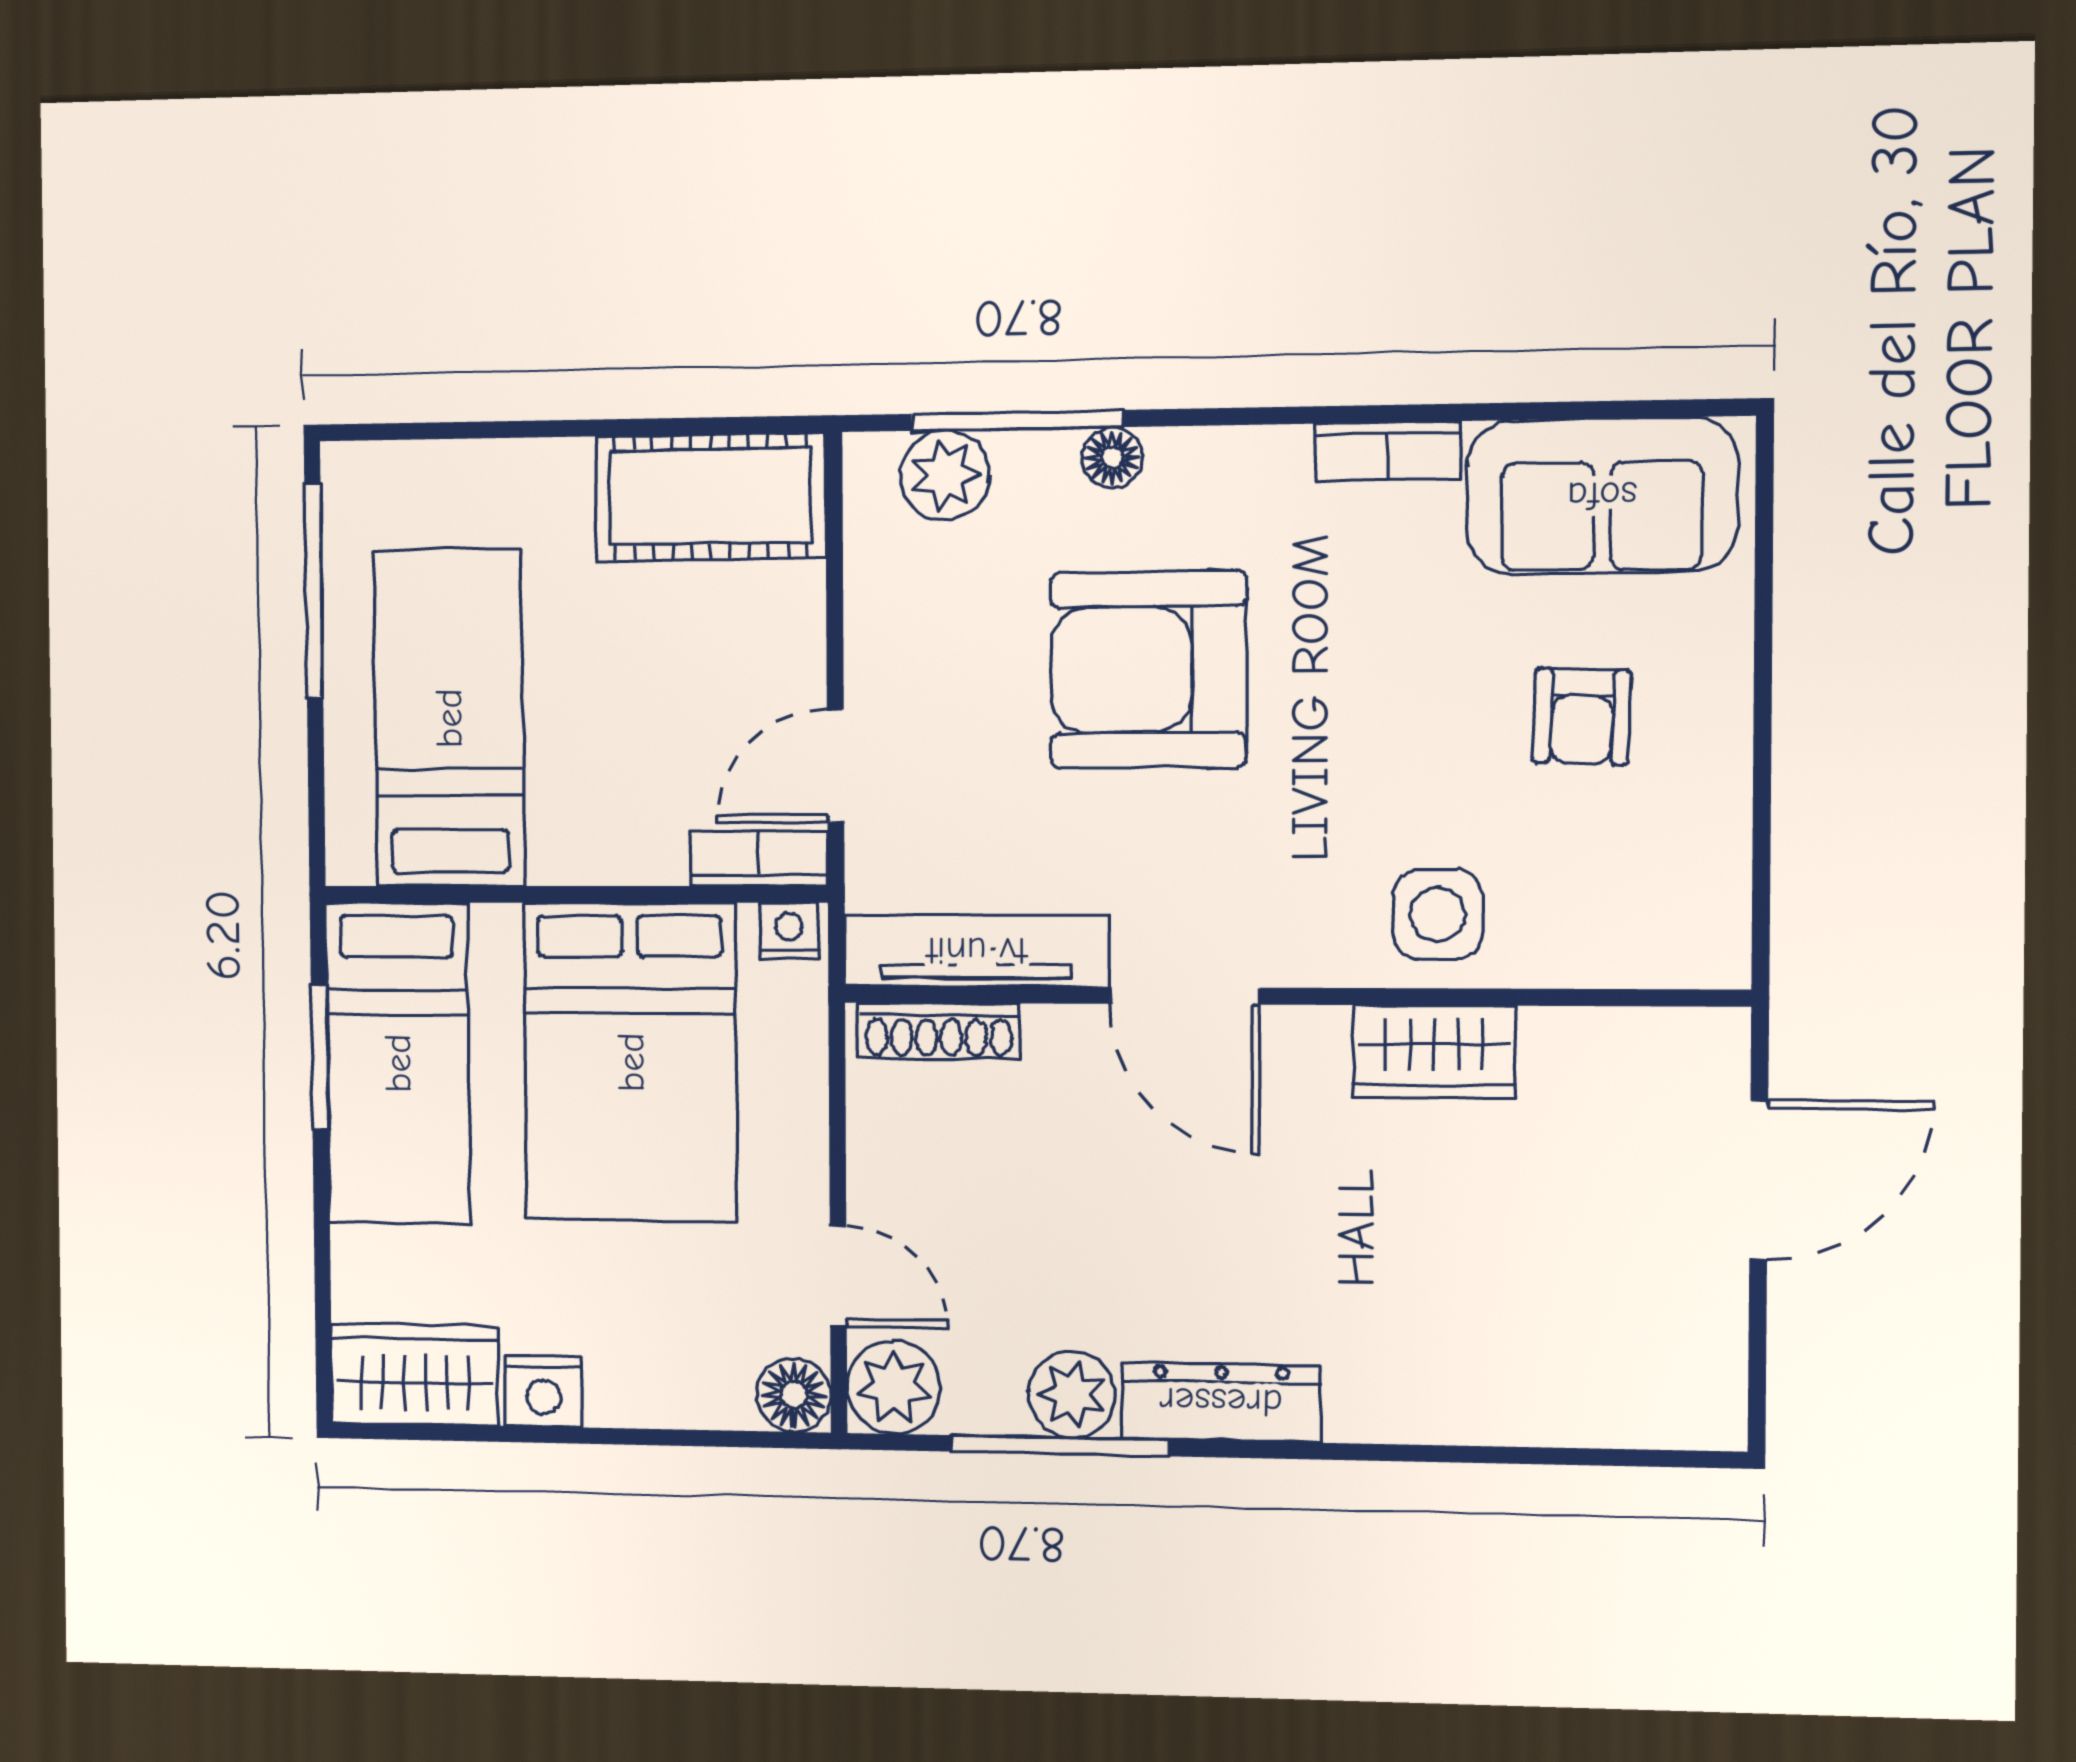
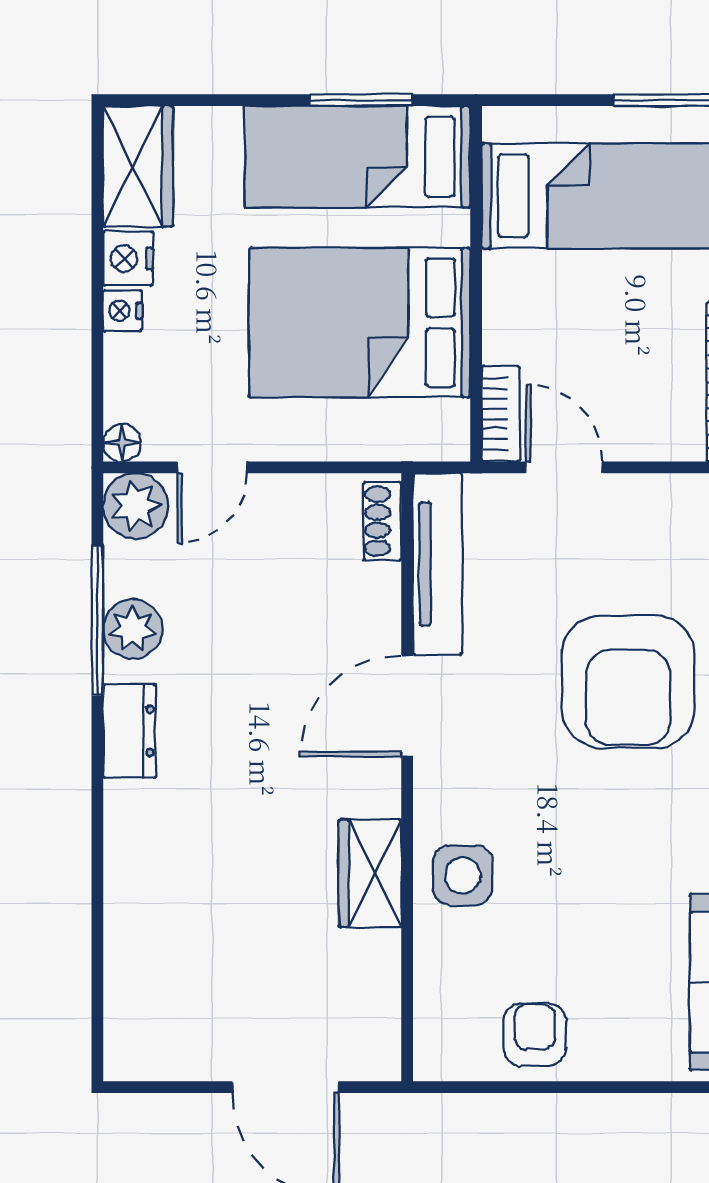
armchair: (1148, 670) -> (628, 682), turned 180
armchair: (1582, 716) -> (535, 1035), moved, turned 88
nightstand: (789, 931) -> (122, 311), moved, turned 180
shoe rack: (939, 1031) -> (382, 521), width x0.70
floor lamp: (794, 1395) -> (122, 443), width x0.73, depth x0.73
dresser: (1221, 1402) -> (129, 731), width x0.70

